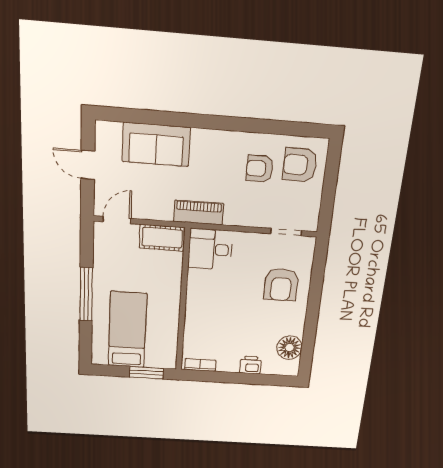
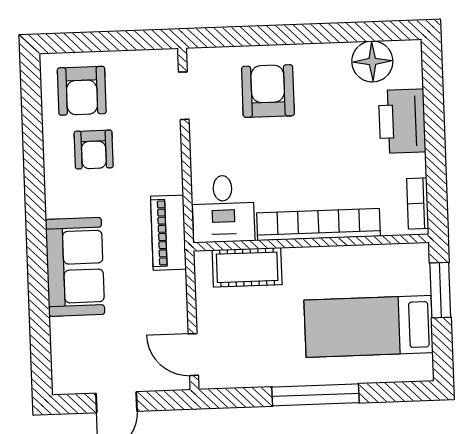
sofa: (156, 145) -> (75, 267), moved
cot: (162, 238) -> (247, 267), moved, turned 90
armchair: (281, 285) -> (268, 91), turned -90
bookcase: (194, 307) -> (318, 225), added
printer: (251, 365) -> (402, 121), width x1.87, depth x1.48

